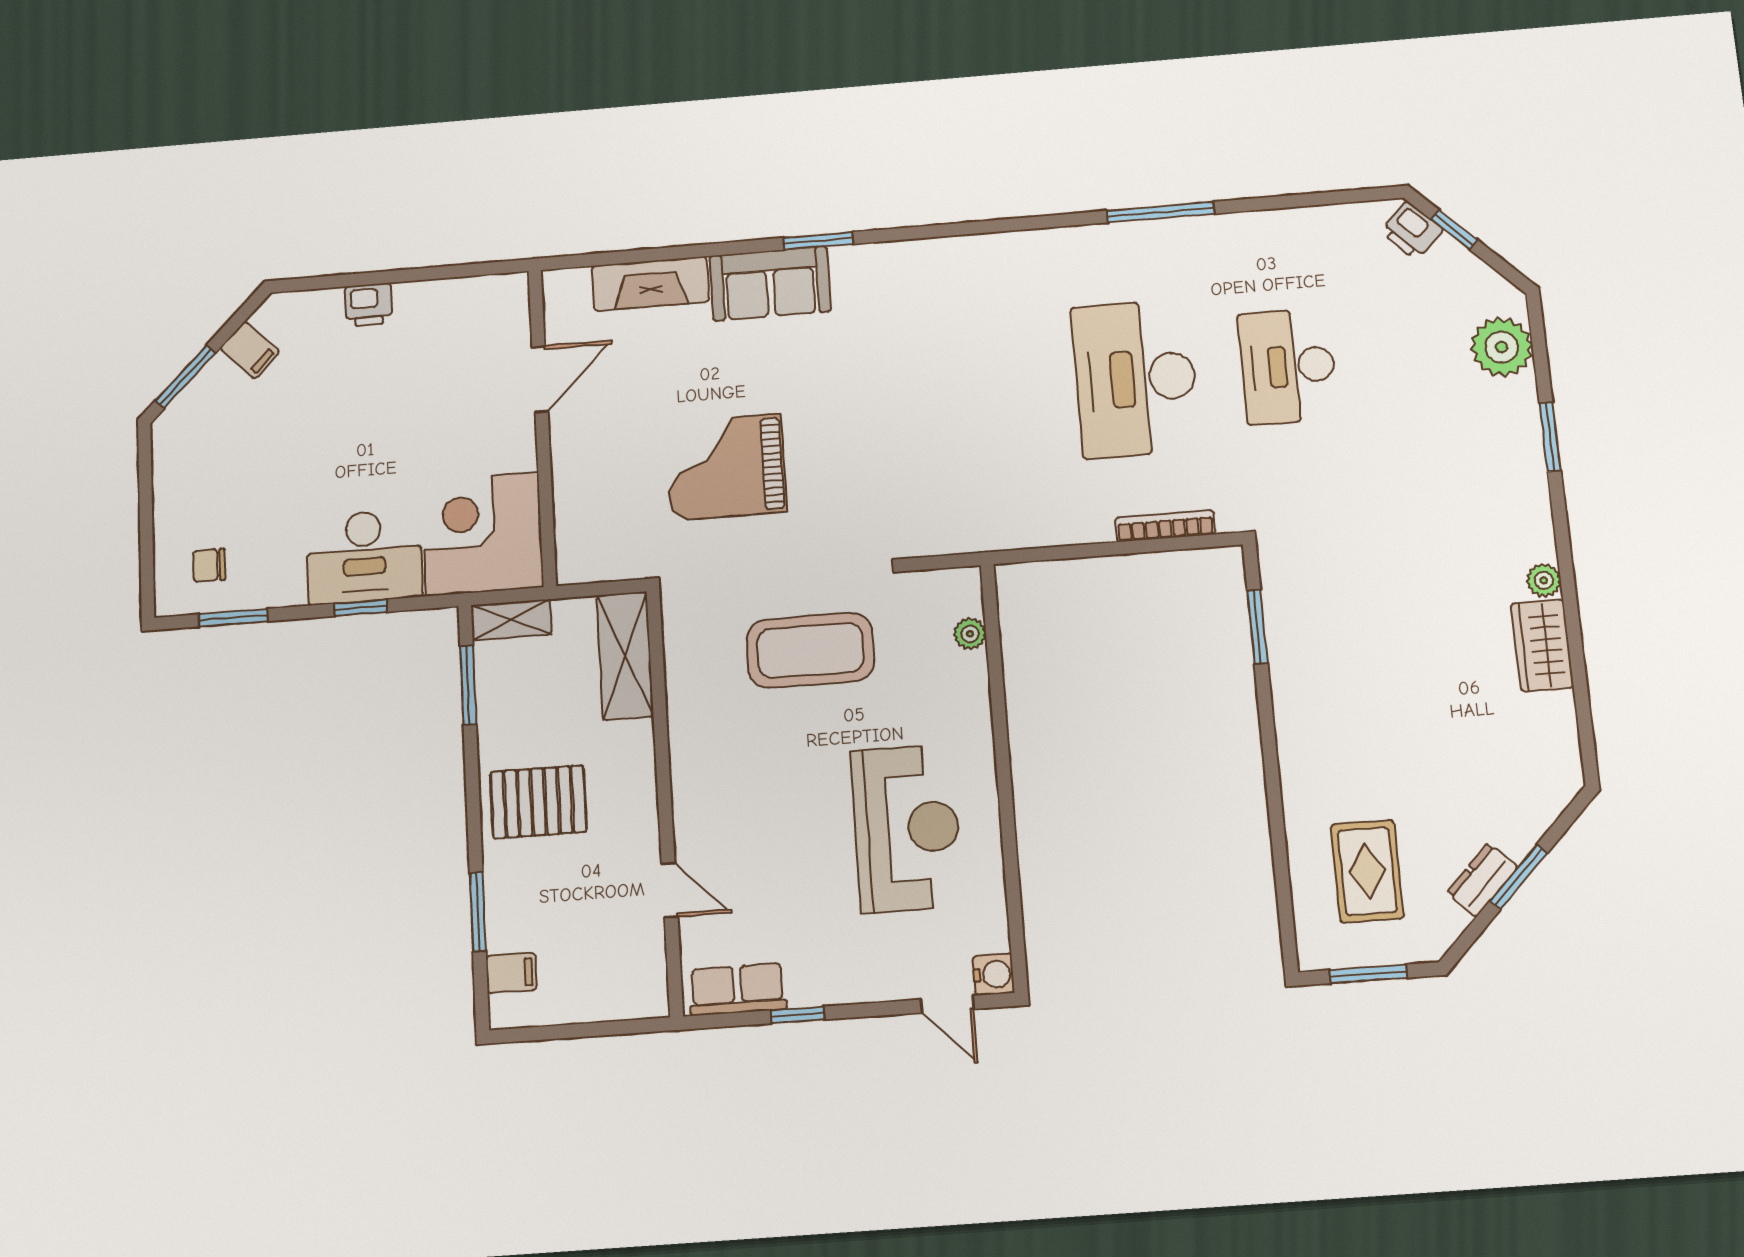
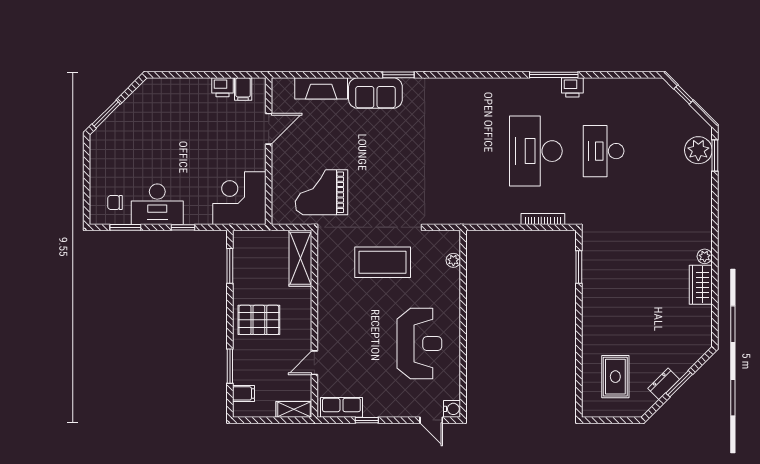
printer: (1412, 231) -> (572, 87), moved, turned -45
printer: (368, 305) -> (222, 87), moved
filing cabinet: (250, 350) -> (243, 89), moved, turned 45
window: (1550, 437) -> (715, 156), moved
grand piano: (726, 467) -> (322, 192), moved
desk: (364, 557) -> (157, 204), moved
shelving: (511, 620) -> (294, 409), moved
door: (670, 890) -> (314, 363), swing flipped
window: (1368, 974) -> (611, 420), removed

